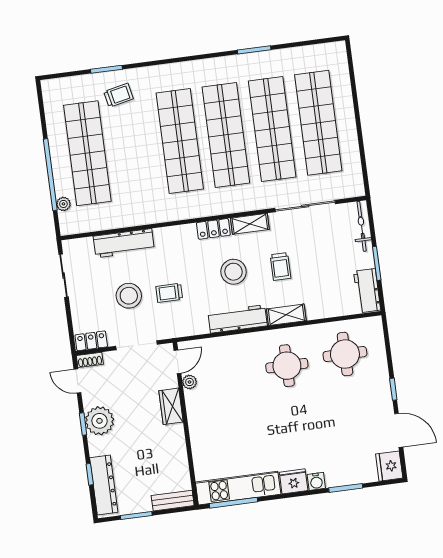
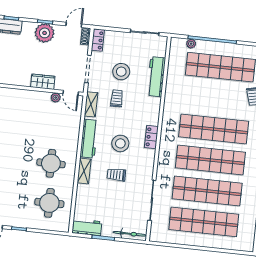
shelving: (250, 224) -> (91, 104), moved

